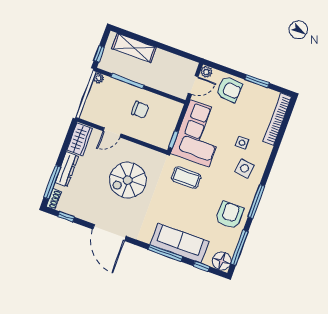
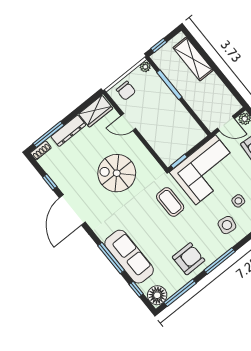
chair: (140, 110) -> (126, 91), moved
window: (66, 217) -> (50, 182), moved

